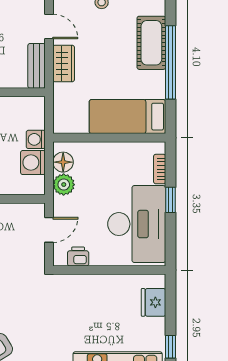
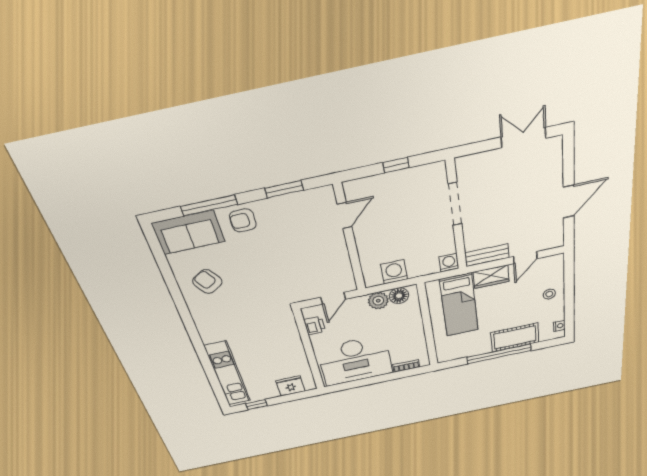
bed: (127, 117) -> (459, 305), moved, turned 180
washing machine: (36, 139) -> (449, 263), moved
window: (171, 200) -> (381, 379), removed
door: (49, 230) -> (333, 298), hinge flipped

